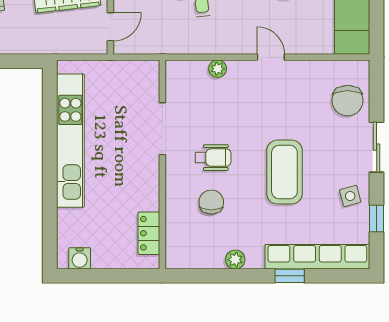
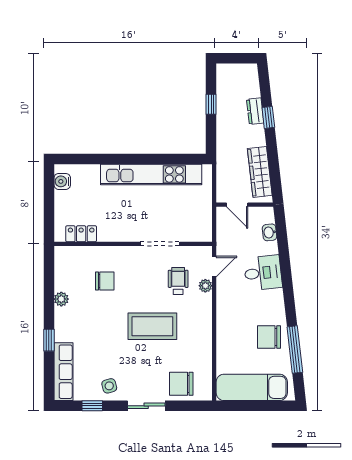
door: (271, 57) -> (214, 266), moved
wheelchair: (213, 158) -> (178, 281), moved, turned 180
coffee table: (284, 172) -> (152, 326), moved
row of seats: (317, 257) -> (63, 372), width x0.73

